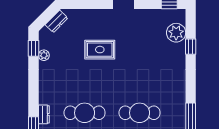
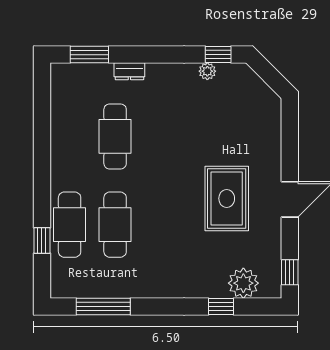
dresser: (57, 21) -> (262, 92), removed
rug: (100, 50) -> (227, 198), moved, width x1.36, depth x1.43
dresser: (44, 114) -> (129, 71), moved

